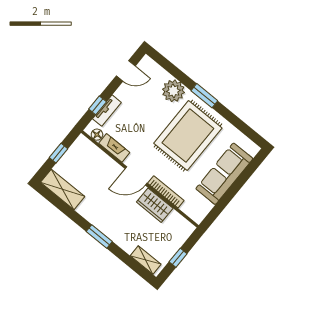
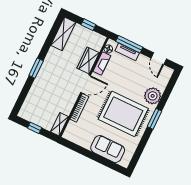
window: (98, 105) -> (129, 44), width x2.17
sofa: (224, 174) -> (108, 149), width x0.73
door: (136, 176) -> (86, 84), swing flipped
wardrobe: (155, 205) -> (88, 60), moved
shelving: (146, 260) -> (60, 124), moved

